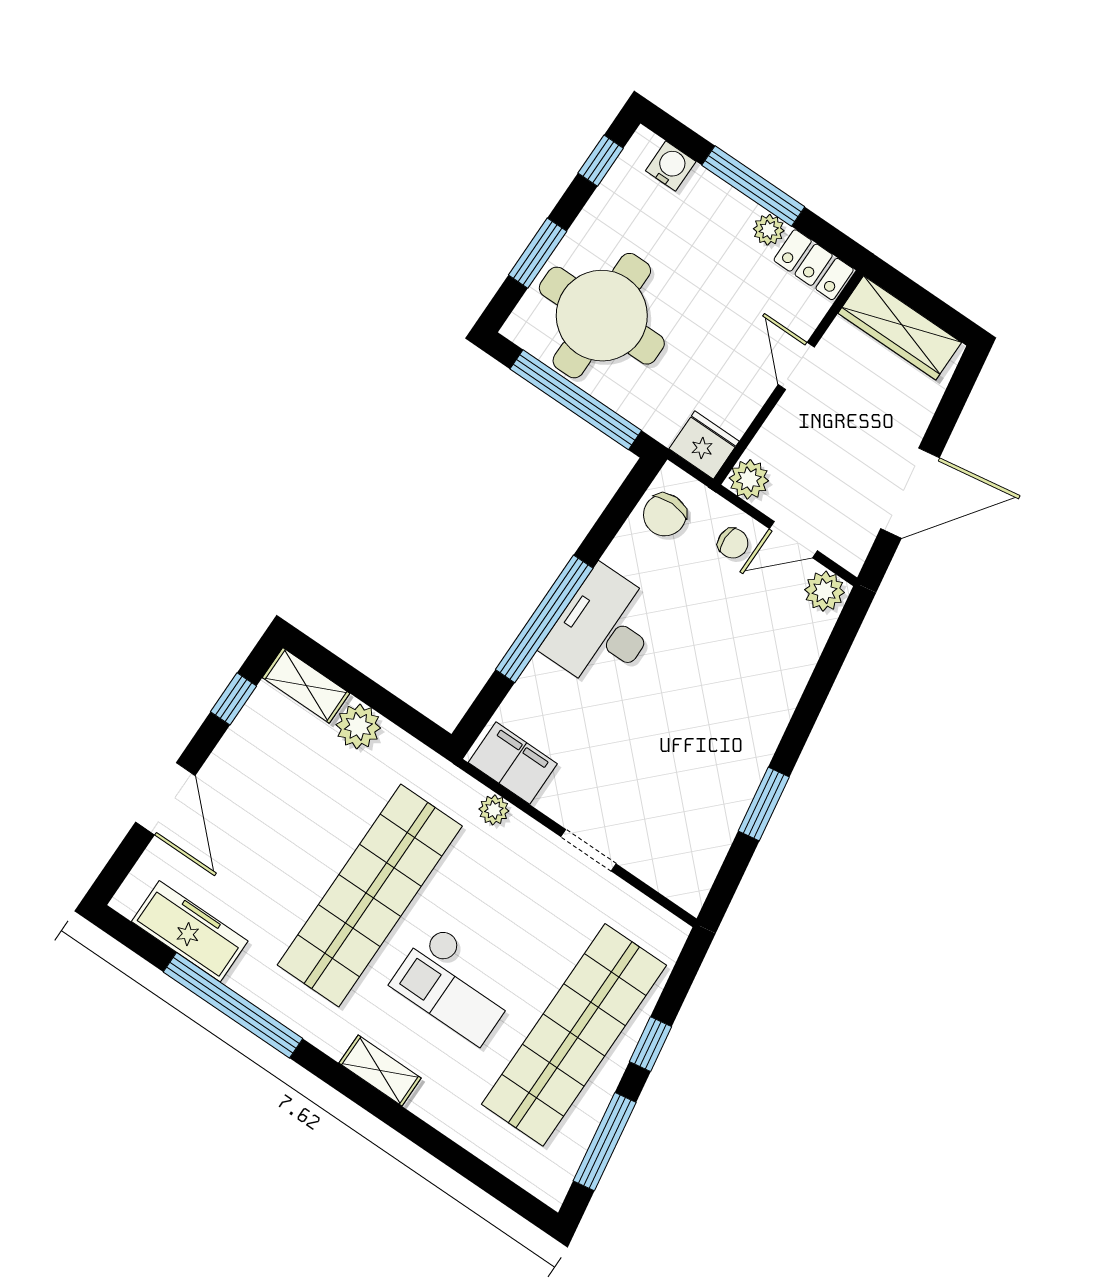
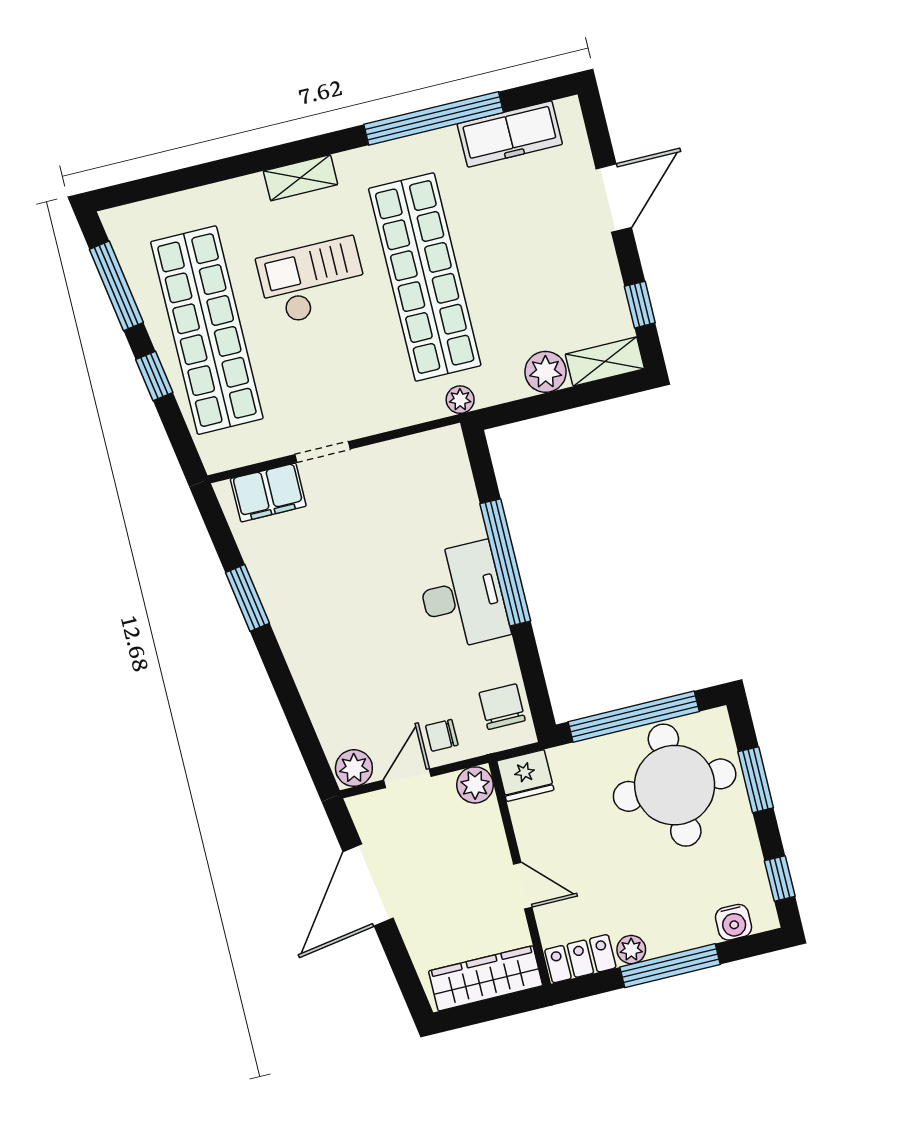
filing cabinet: (513, 763) -> (268, 492), moved
door: (165, 799) -> (614, 198), swing flipped
plant: (494, 810) -> (460, 400), moved

